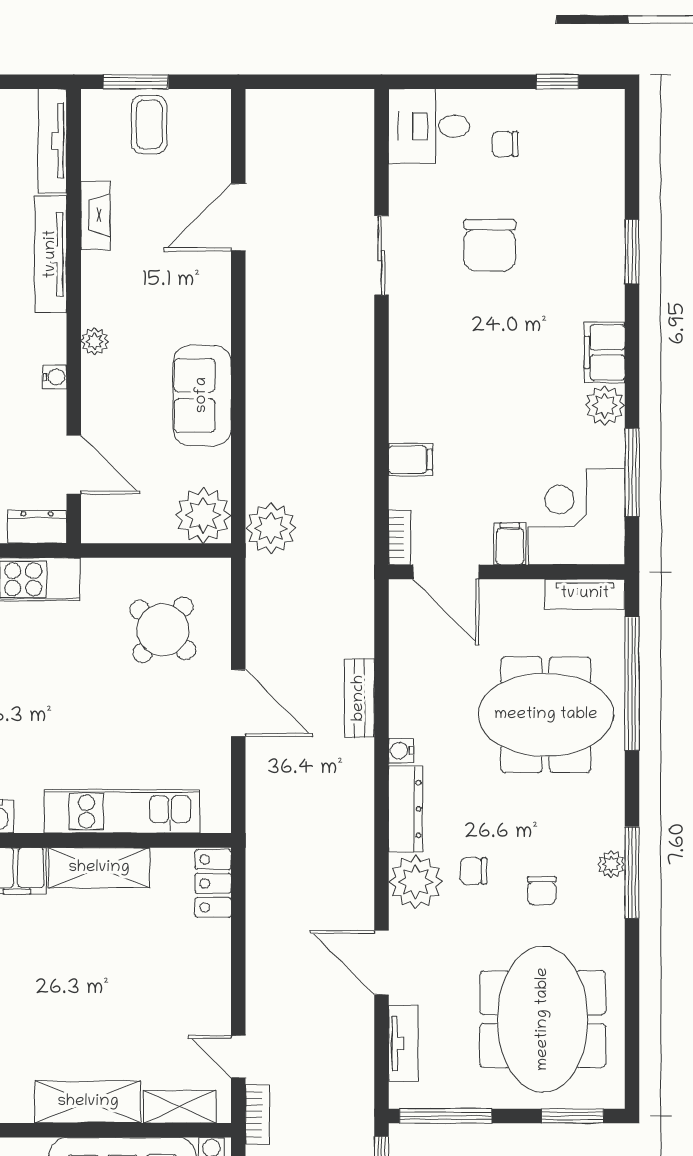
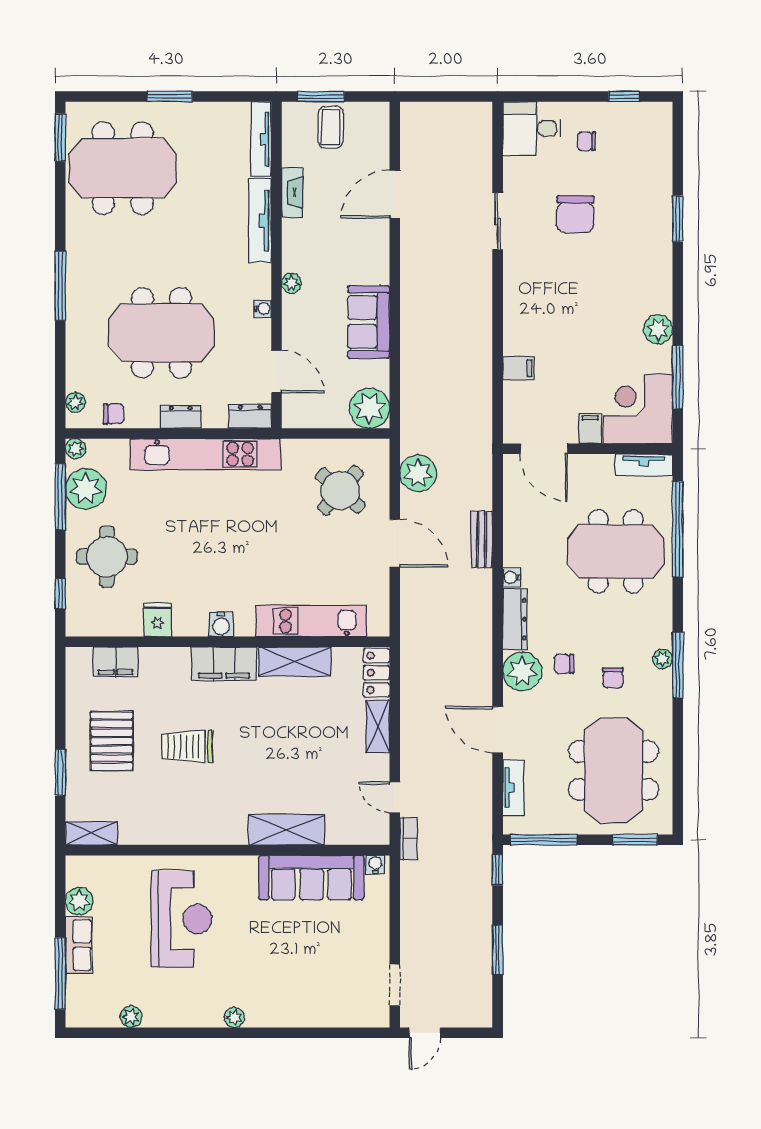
filing cabinet: (605, 352) -> (658, 291), removed
plant: (271, 528) -> (418, 473), moved
bookcase: (400, 537) -> (511, 424), removed
shelving: (180, 1107) -> (378, 727), moved, turned 90

